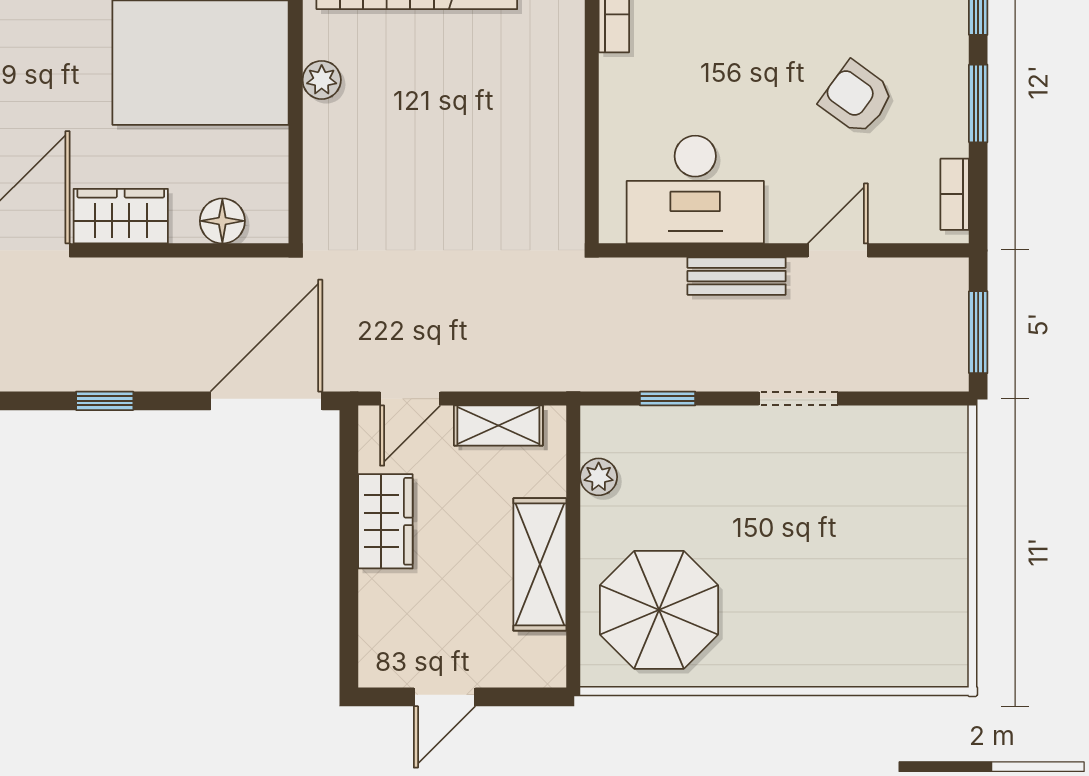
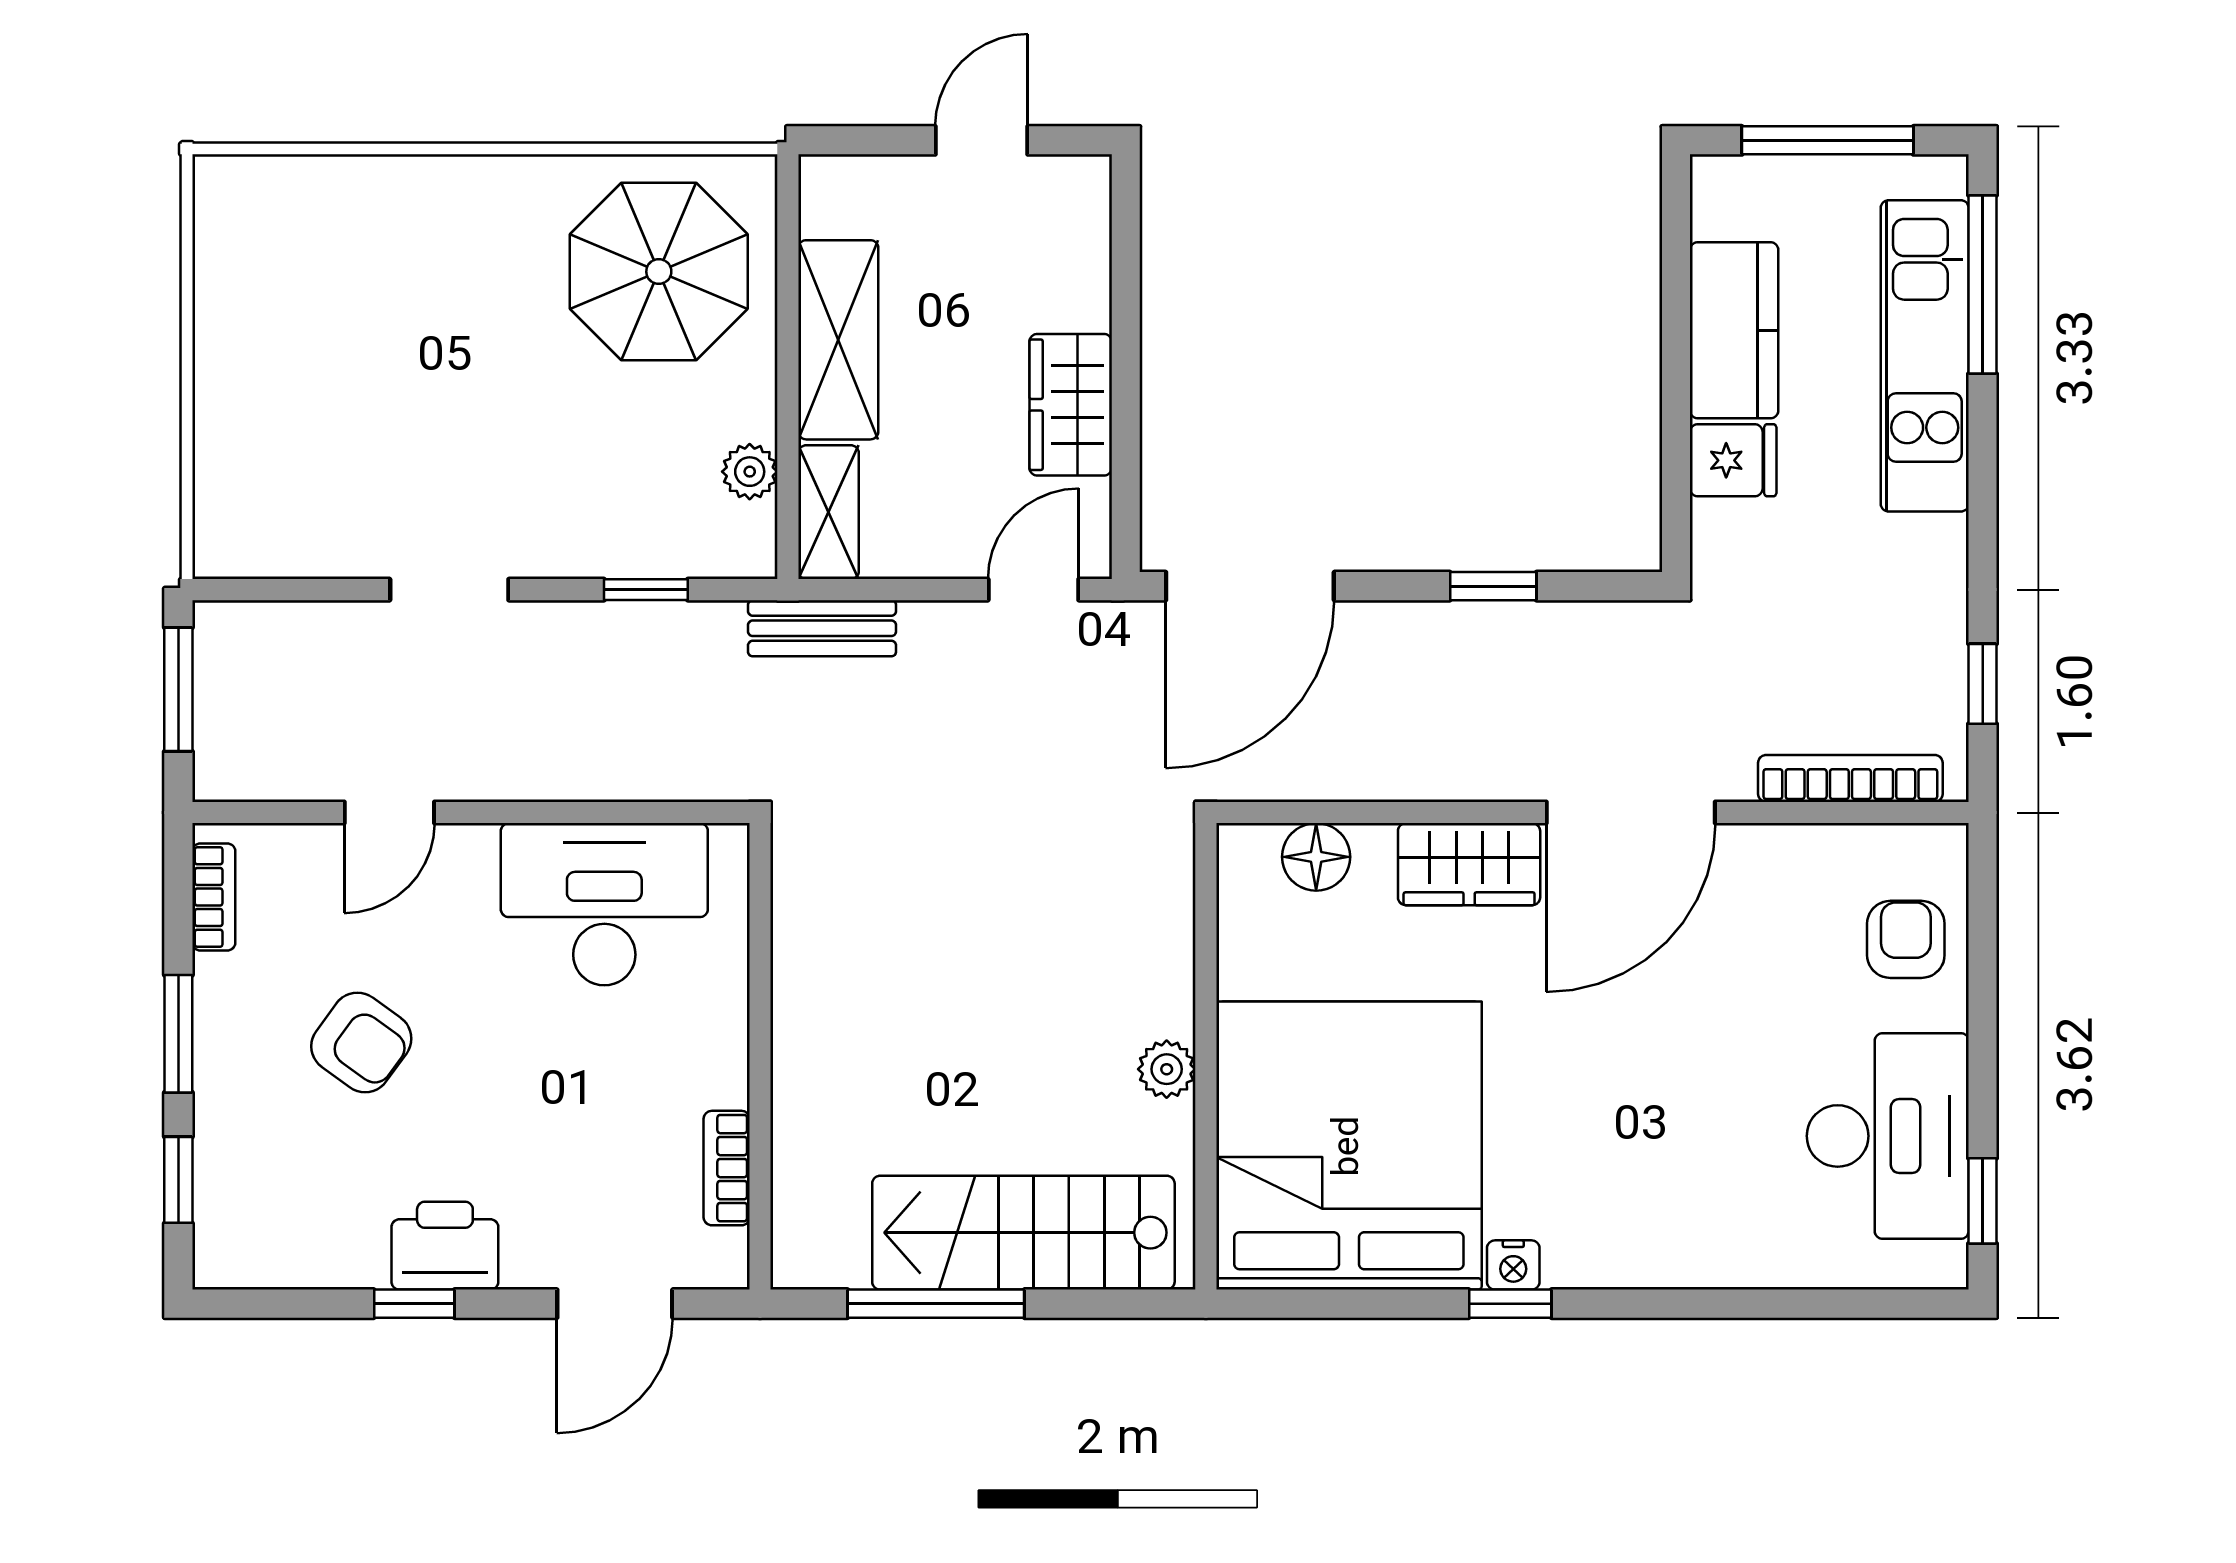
bench: (737, 276) -> (822, 628), moved
shelving: (498, 425) -> (829, 512), moved, turned 90

